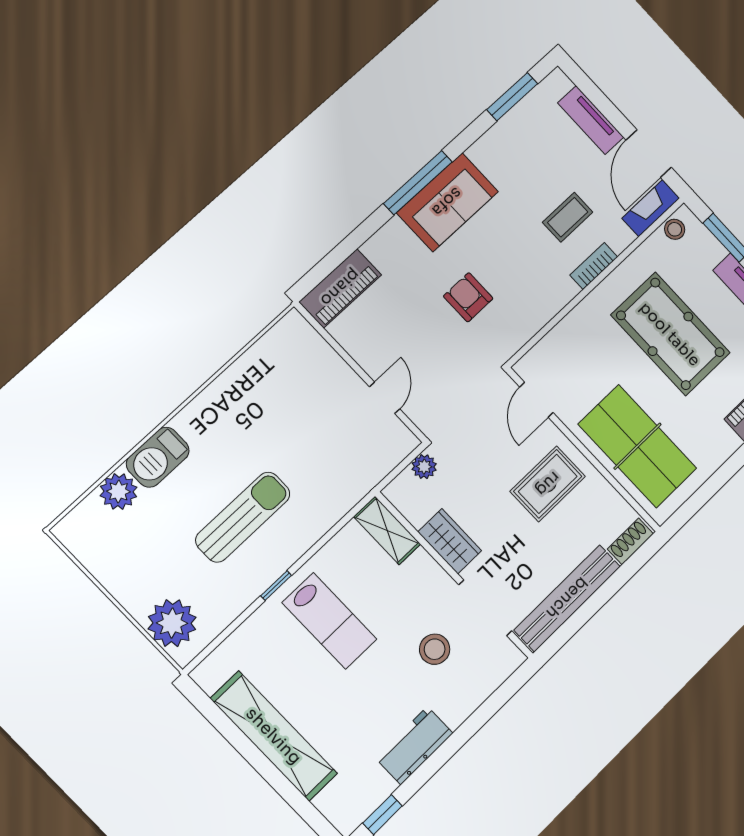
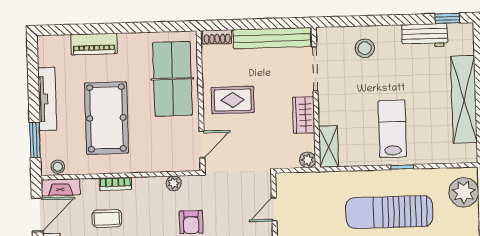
plant: (529, 325) -> (174, 183), added
plant: (424, 467) -> (308, 160), moved
sun lounger: (243, 517) -> (389, 212), width x1.36, depth x1.34
stool: (435, 649) -> (365, 48), moved
workbench: (414, 746) -> (425, 35), moved

